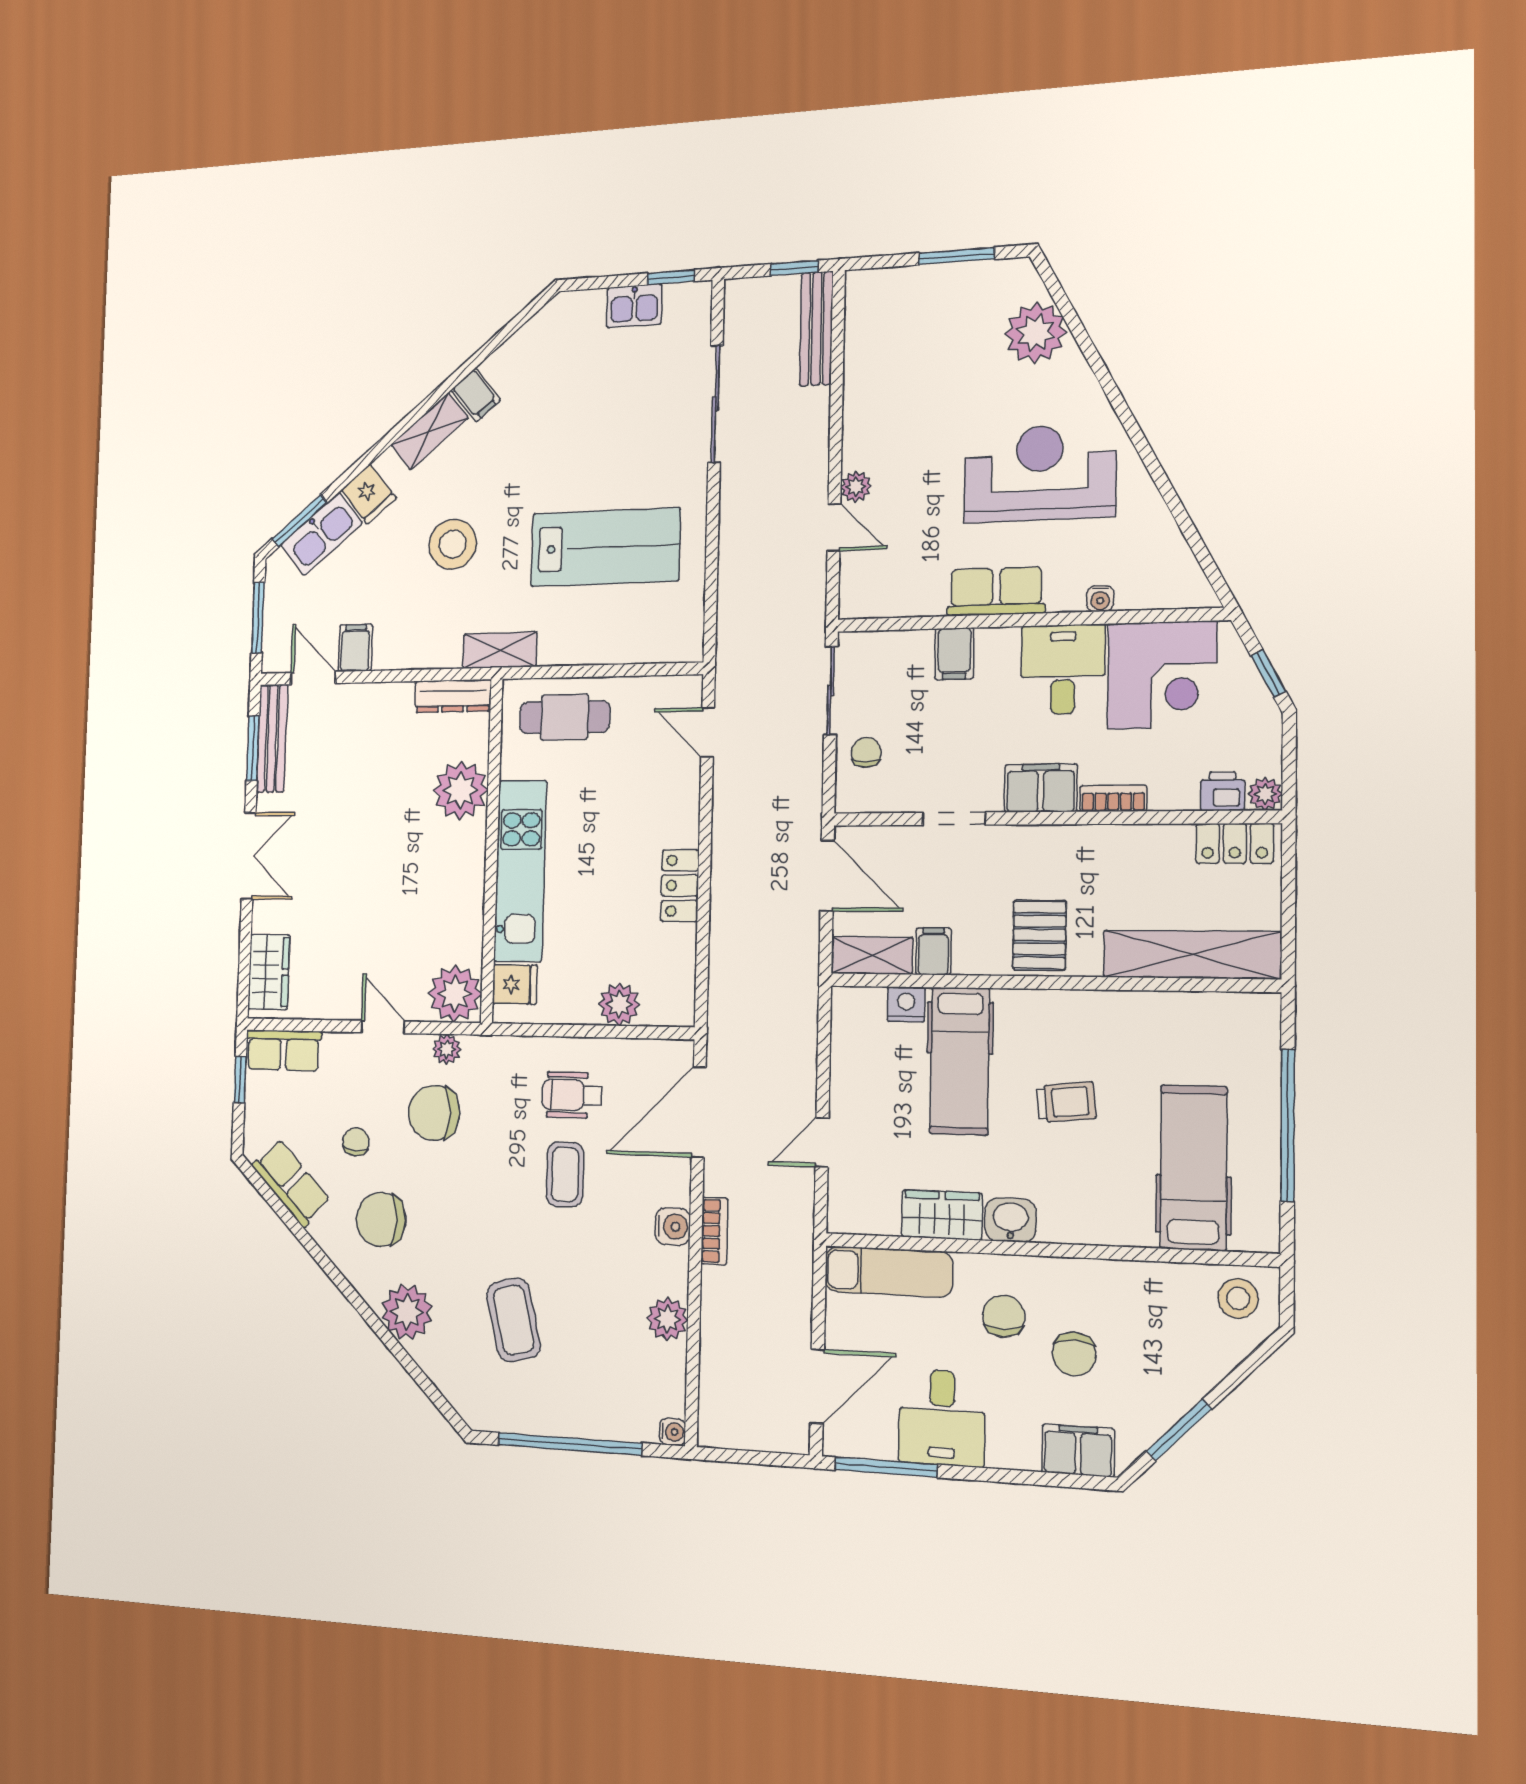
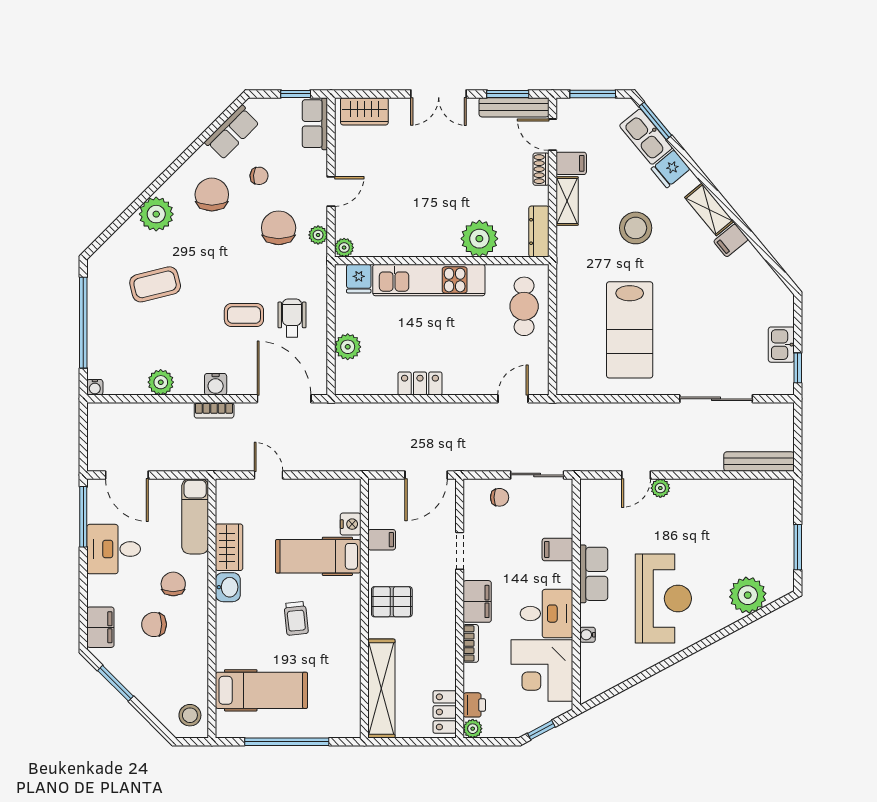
window: (794, 268) -> (798, 447), removed
shelving: (500, 650) -> (567, 201), moved
door: (313, 678) -> (552, 135), swing flipped
shoe rack: (362, 695) -> (541, 169), added
shelving: (872, 955) -> (379, 503), removed
plant: (455, 994) -> (344, 248), width x0.53, depth x0.53
chair: (1004, 1316) -> (173, 584), turned -90

